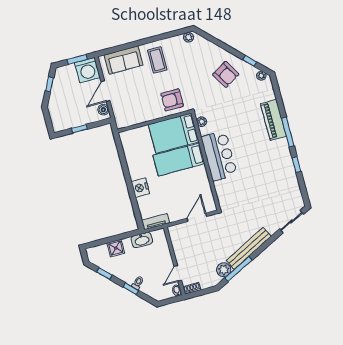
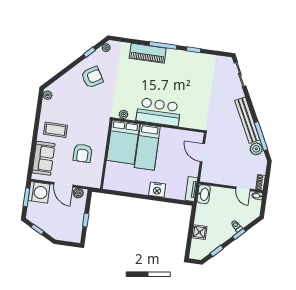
armchair: (172, 100) -> (83, 153), moved
washbasin: (142, 240) -> (204, 194), moved

